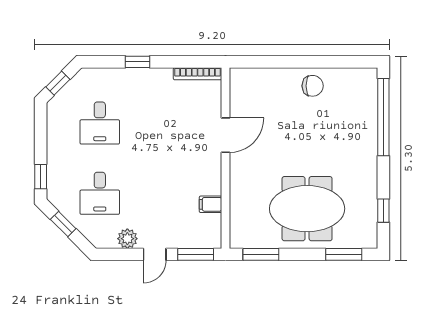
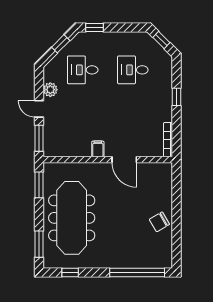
chair: (313, 86) -> (159, 222), turned 60
filing cabinet: (210, 204) -> (98, 149), moved
meeting table: (307, 209) -> (72, 218), width x1.36

